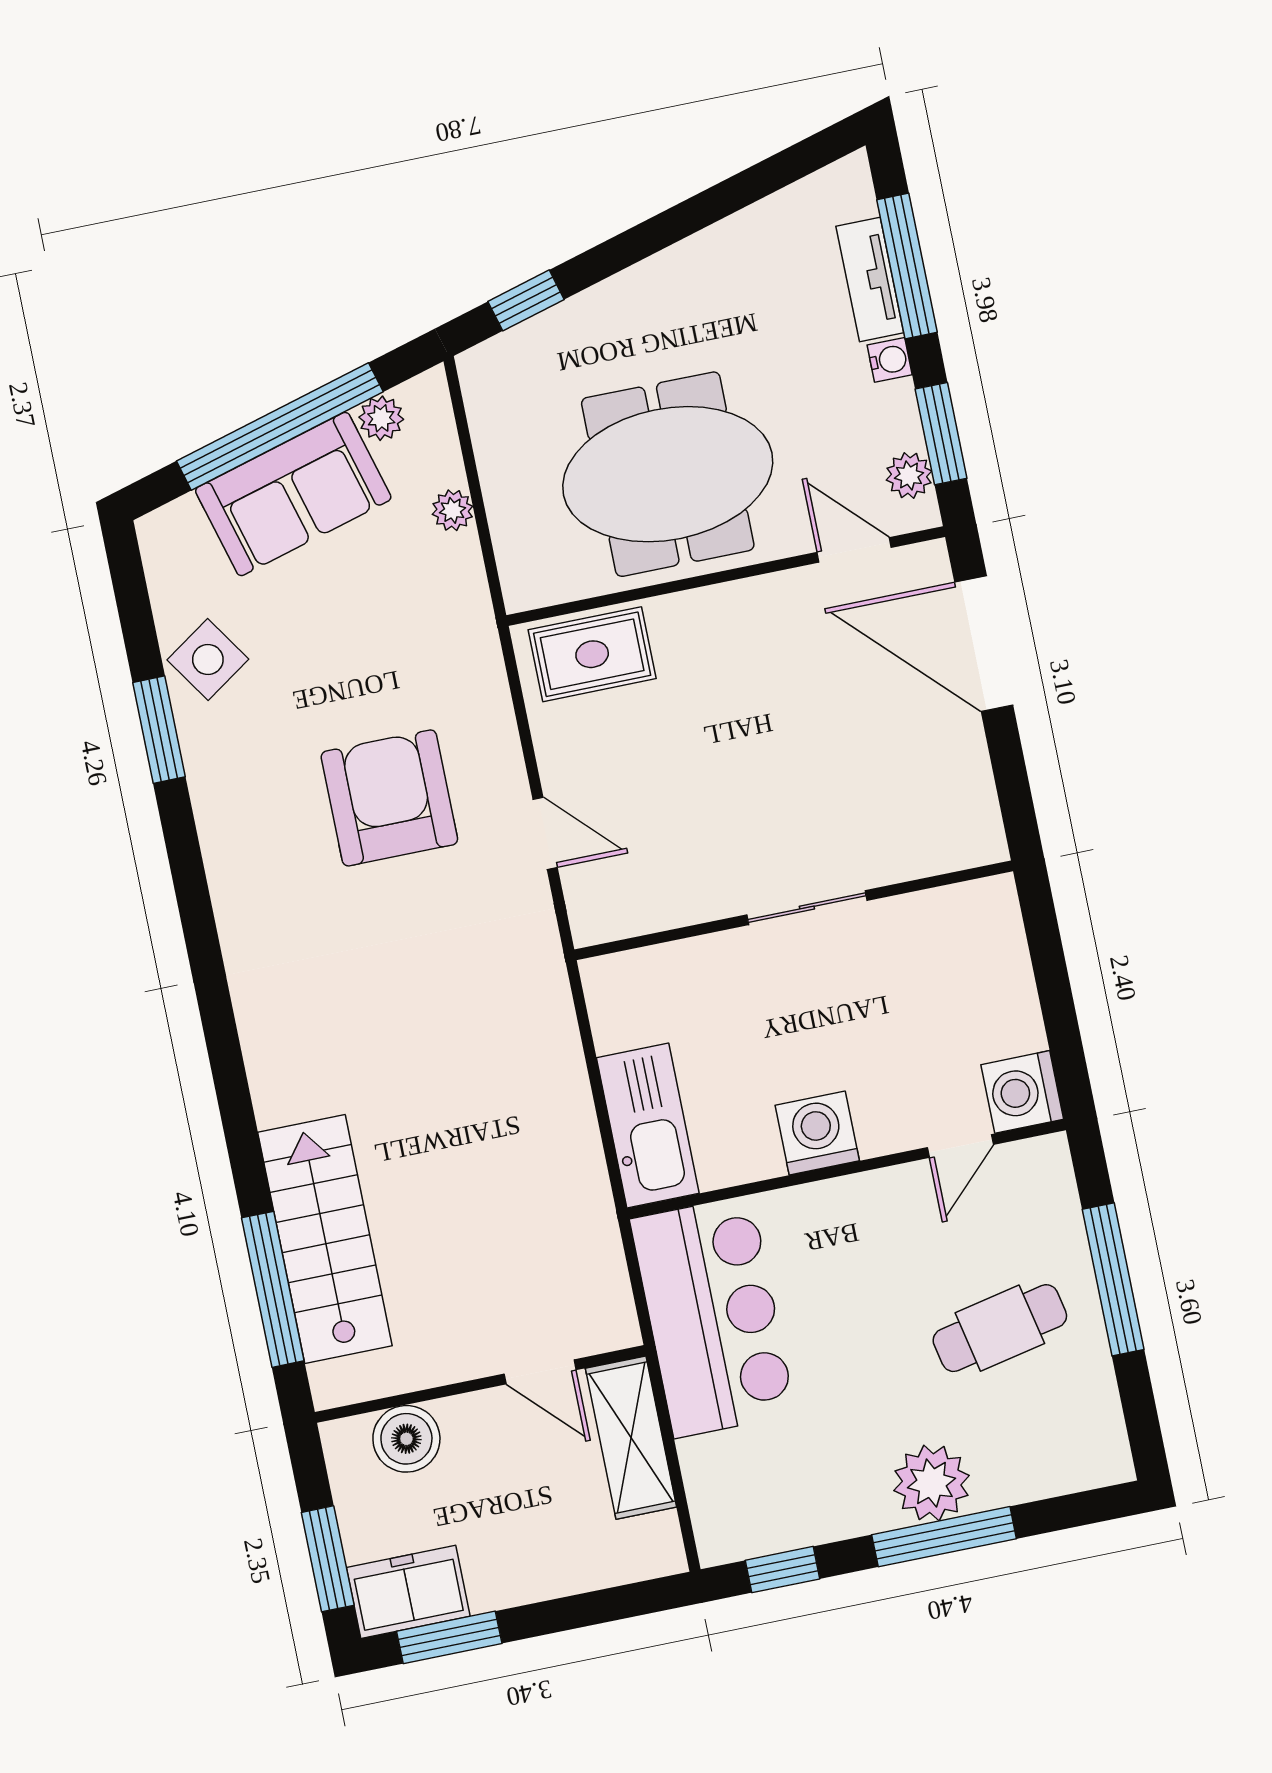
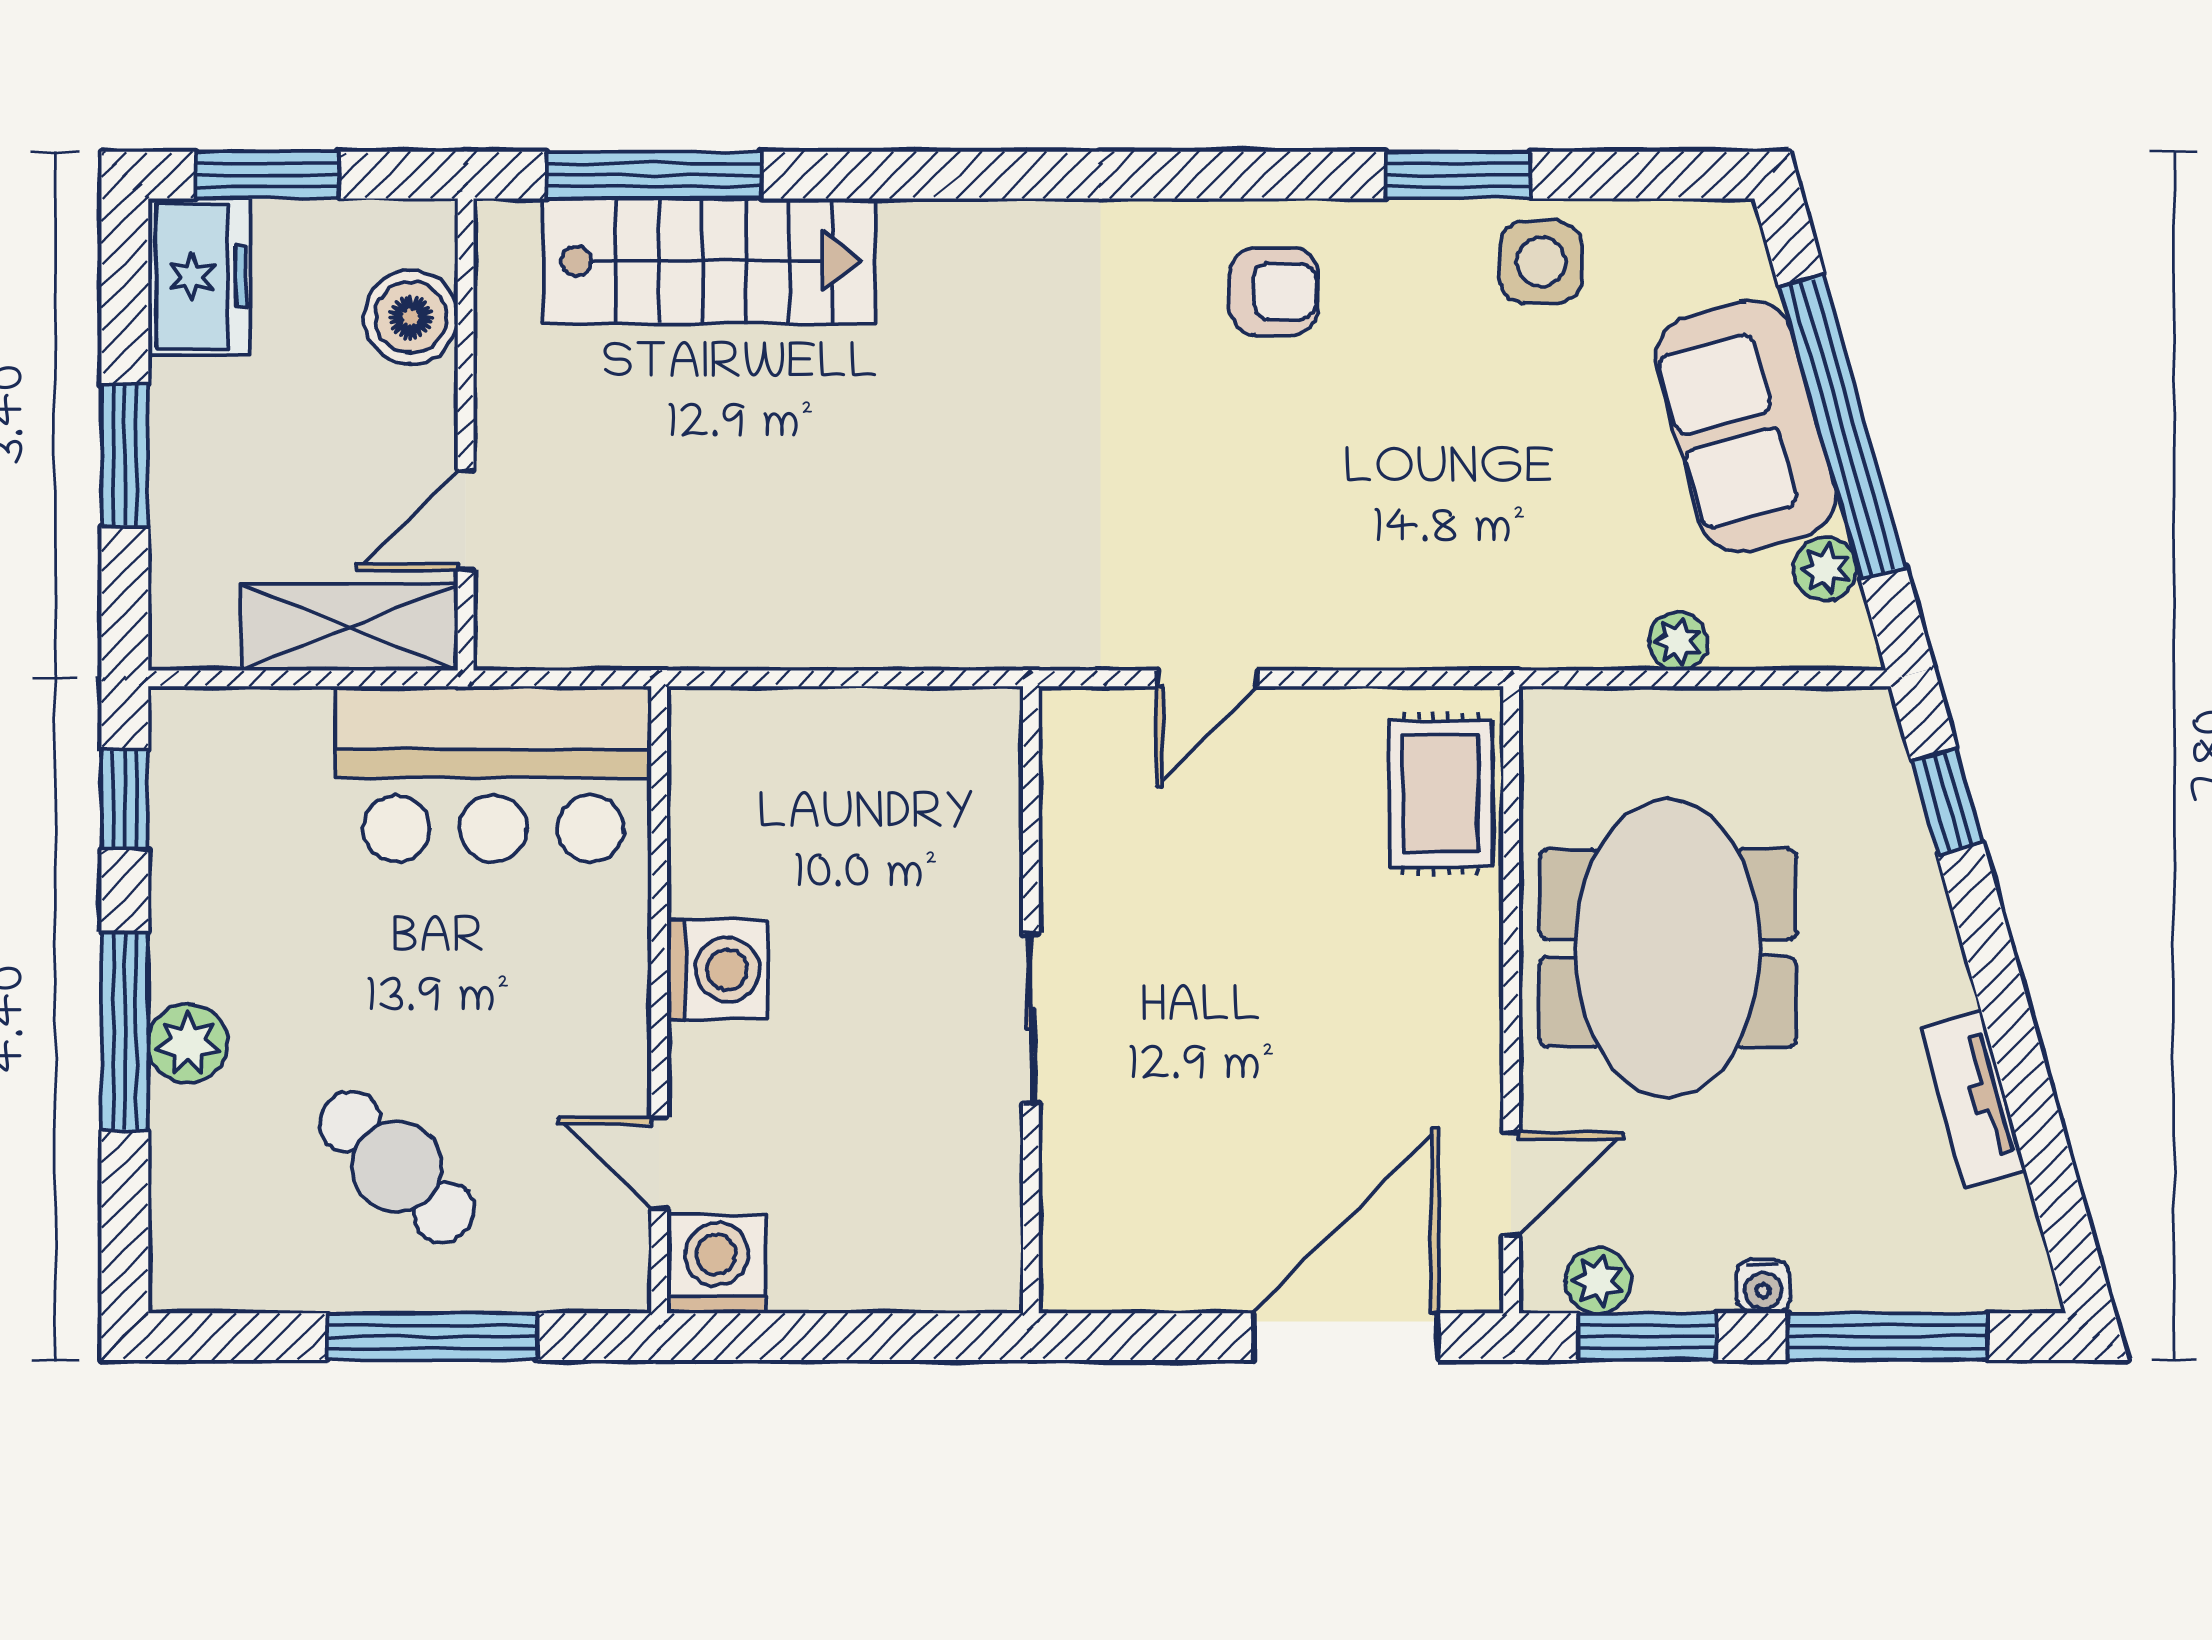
tv unit: (870, 280) -> (1973, 1099), moved, turned -106
side table: (208, 660) -> (1541, 262), turned 34
armchair: (389, 798) -> (1274, 291), moved, width x0.53, depth x0.53
kitchen sink: (648, 1126) -> (775, 738), removed
cafe table: (1000, 1328) -> (397, 1167), turned -34
plant: (932, 1483) -> (188, 1044), width x0.73, depth x0.73
window: (449, 1637) -> (125, 456), moved

